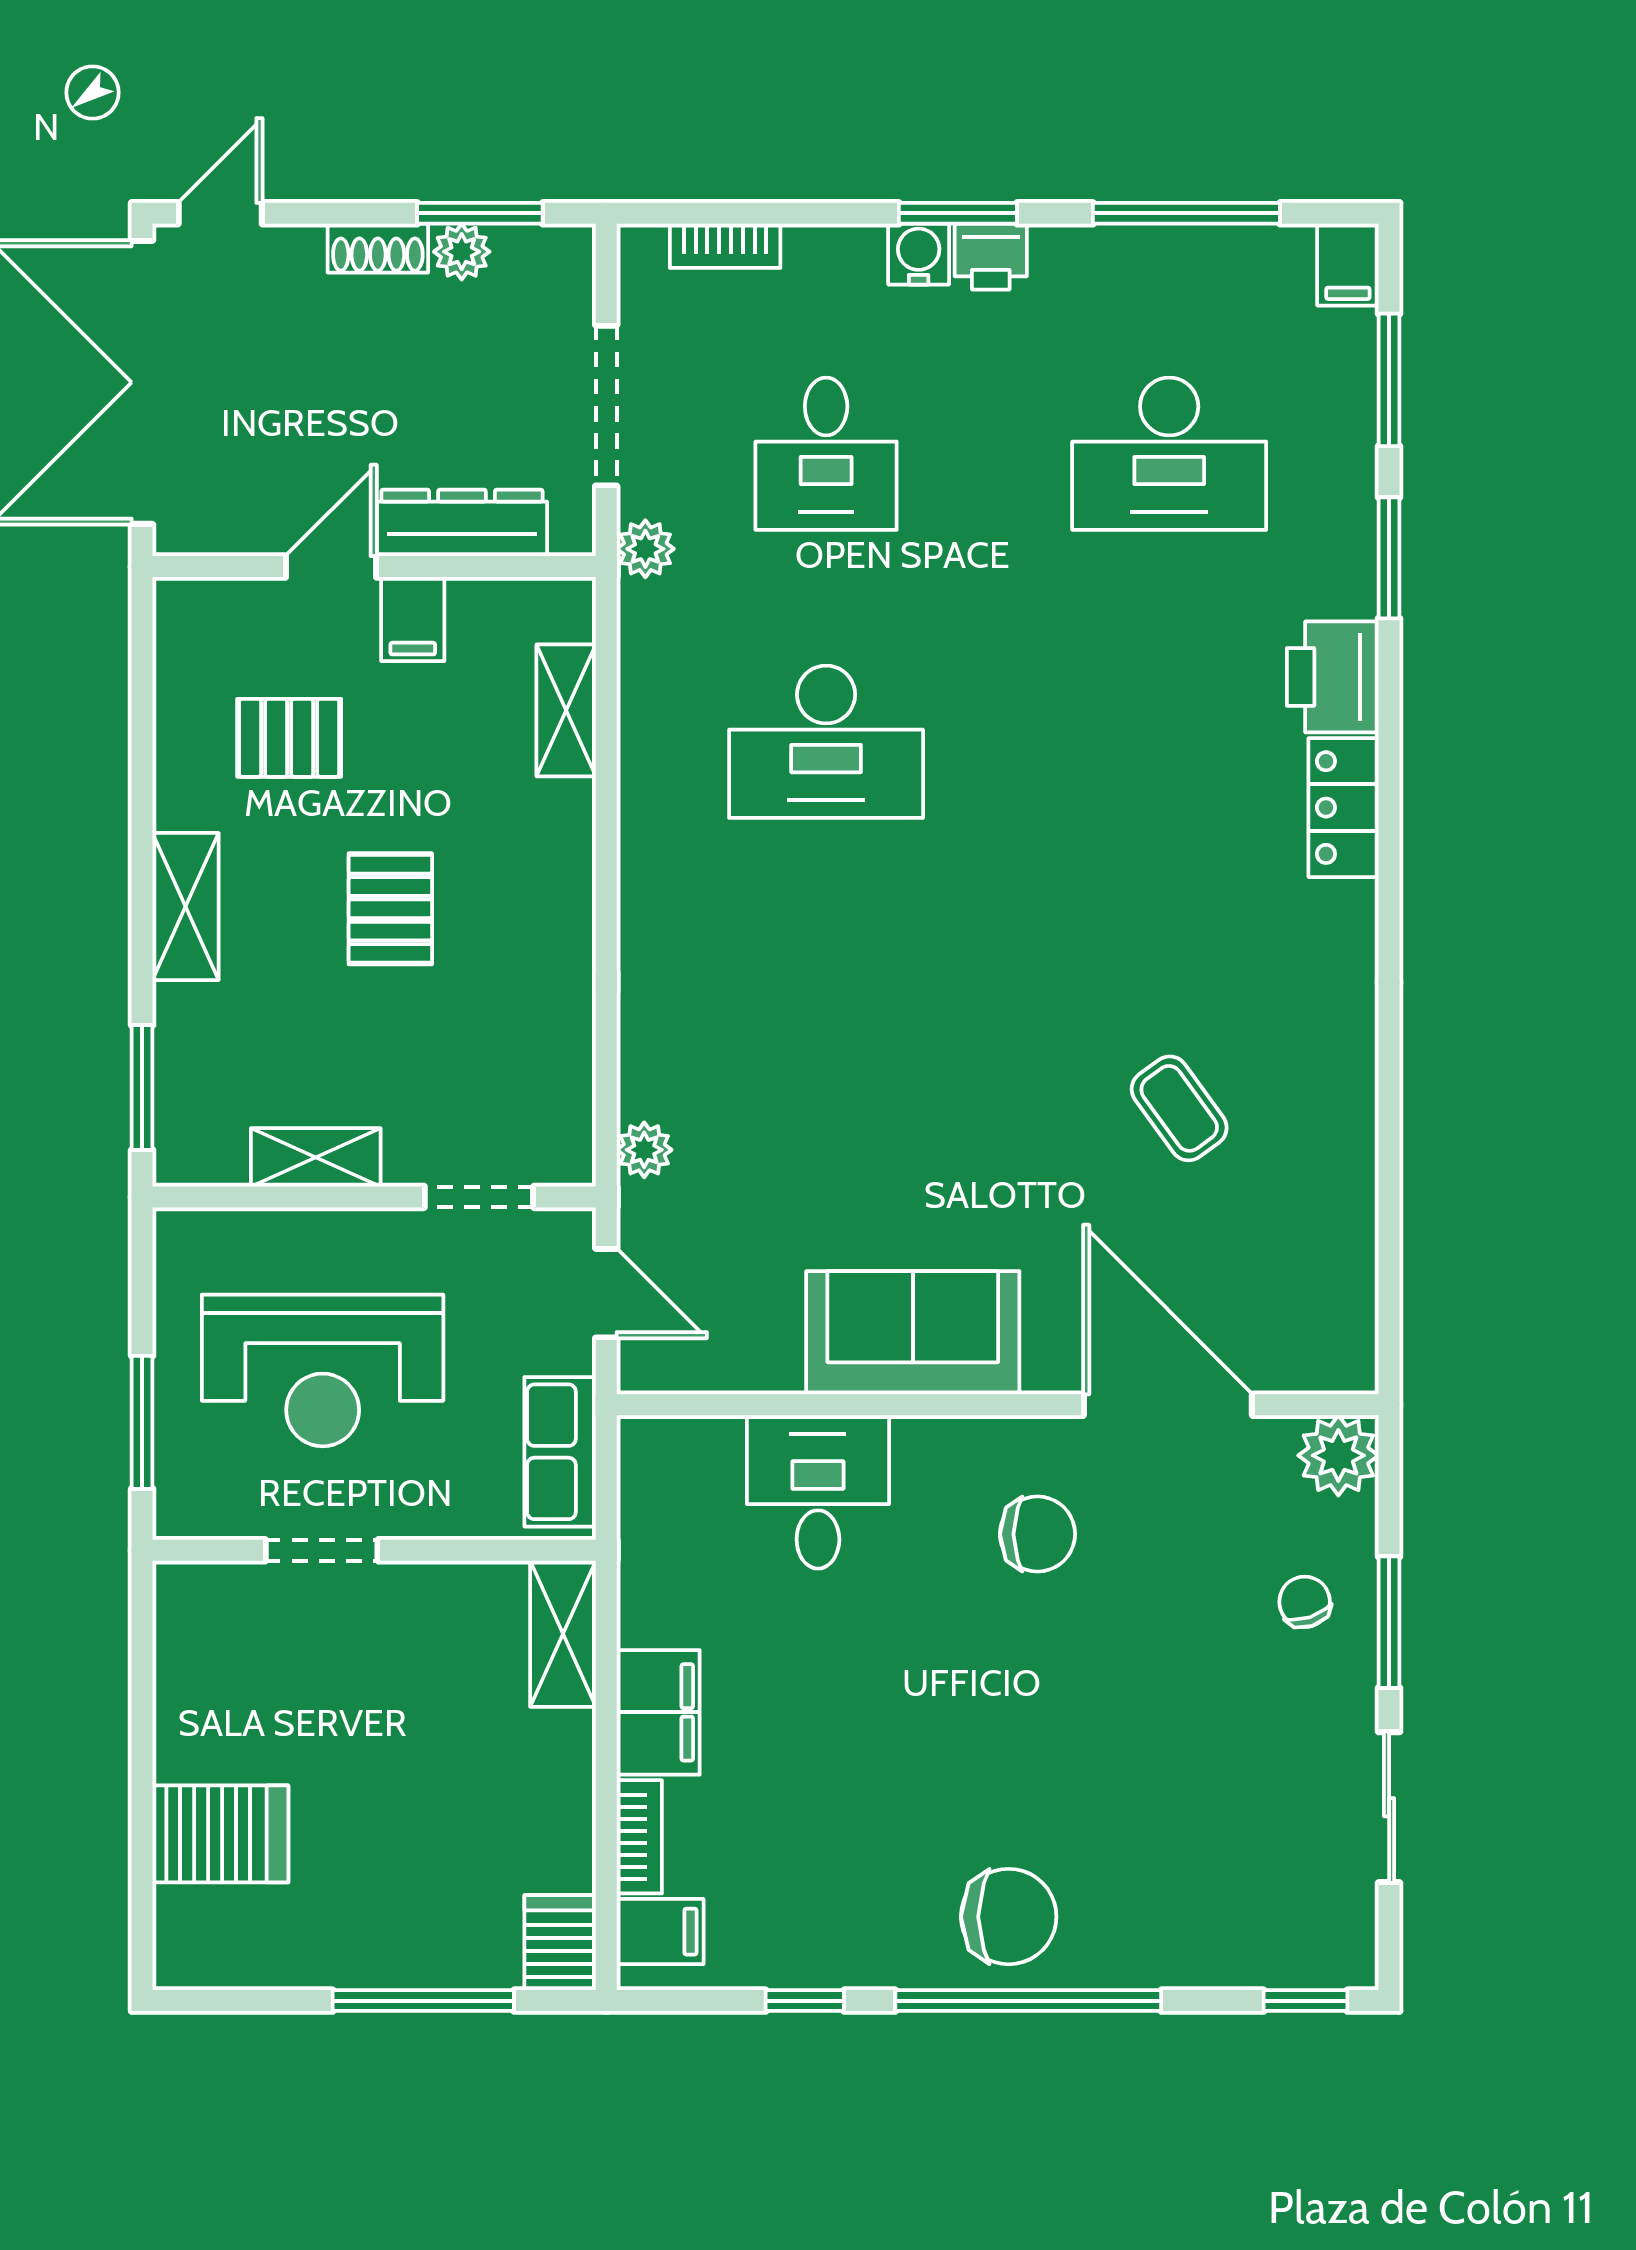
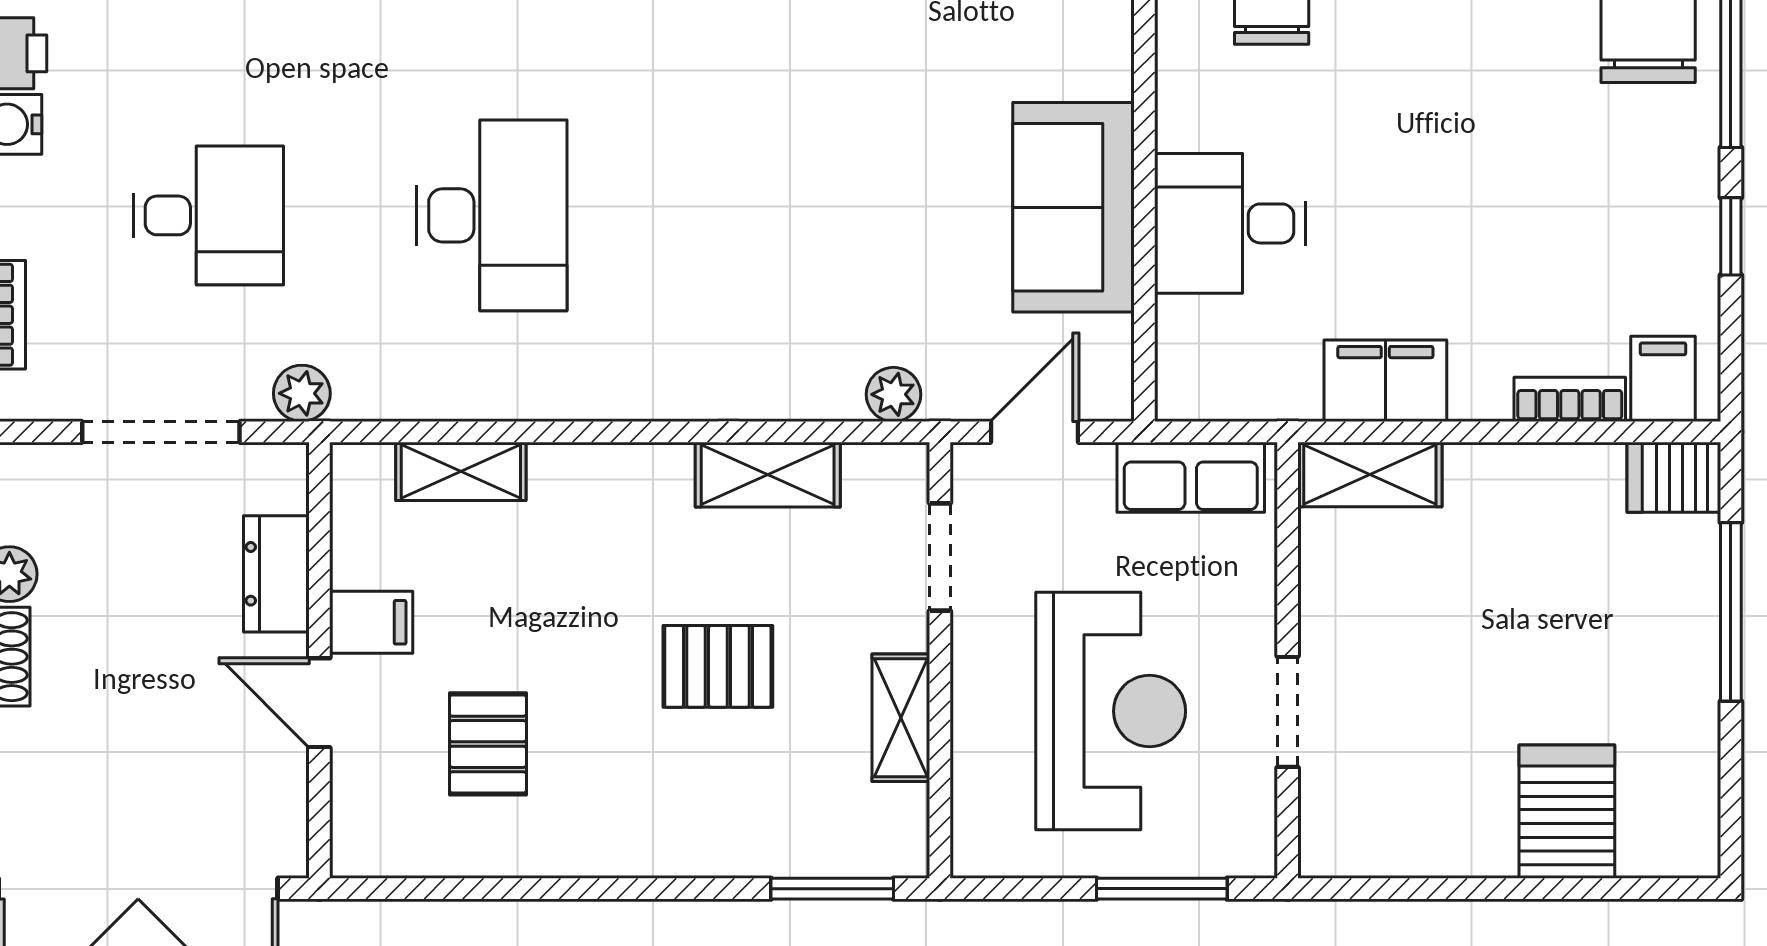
dresser: (462, 523) -> (276, 574), width x0.70
shelving: (186, 907) -> (768, 475), moved
pallet: (390, 909) -> (718, 666), moved
sofa: (913, 1333) -> (1074, 207), moved
filing cabinet: (658, 1712) -> (1385, 381), moved

